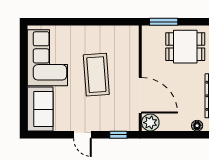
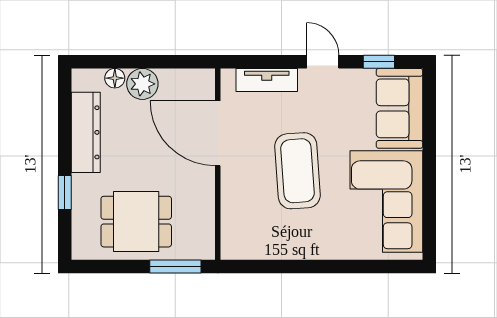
plant: (150, 123) -> (142, 84), moved
tv unit: (113, 125) -> (267, 80), added
window: (118, 135) -> (379, 62), moved

